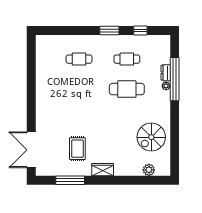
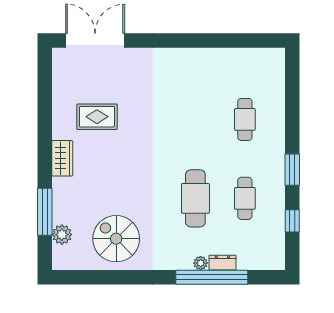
window: (70, 180) -> (45, 212), moved

